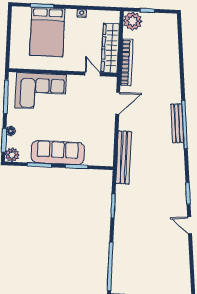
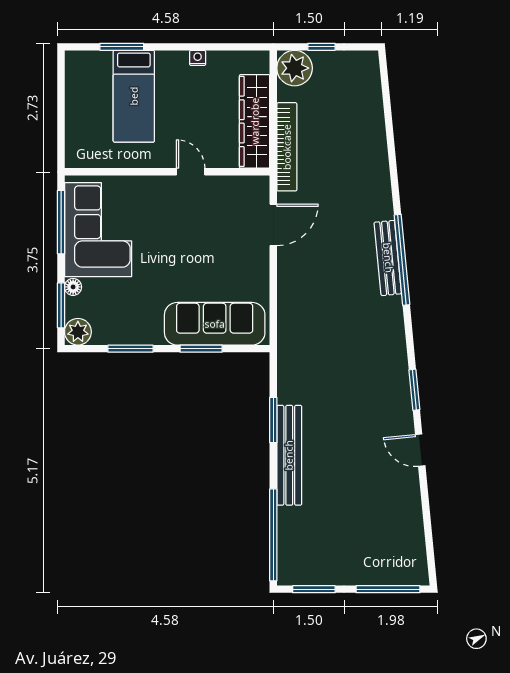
bed: (47, 32) -> (134, 96), width x0.67
door: (93, 74) -> (191, 172), moved
corner sofa: (41, 91) -> (98, 230), moved, turned -90
sofa: (58, 153) -> (215, 324), moved
bench: (124, 157) -> (289, 455), moved

